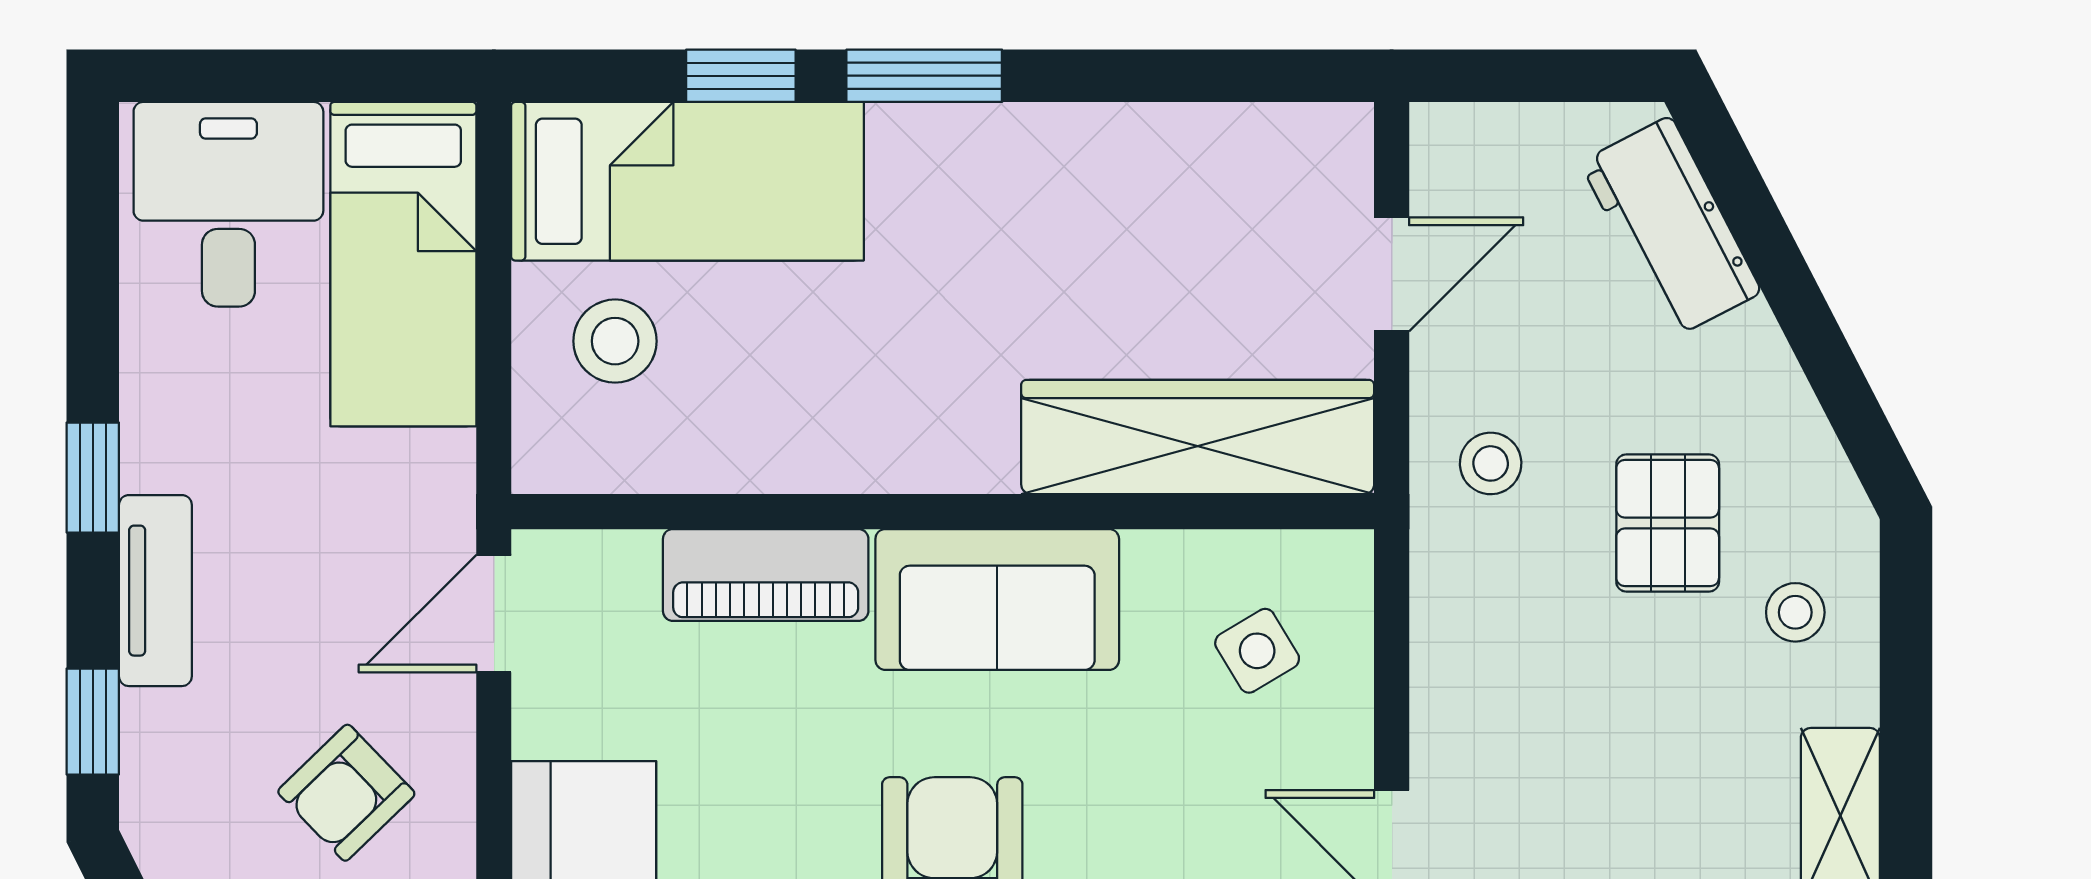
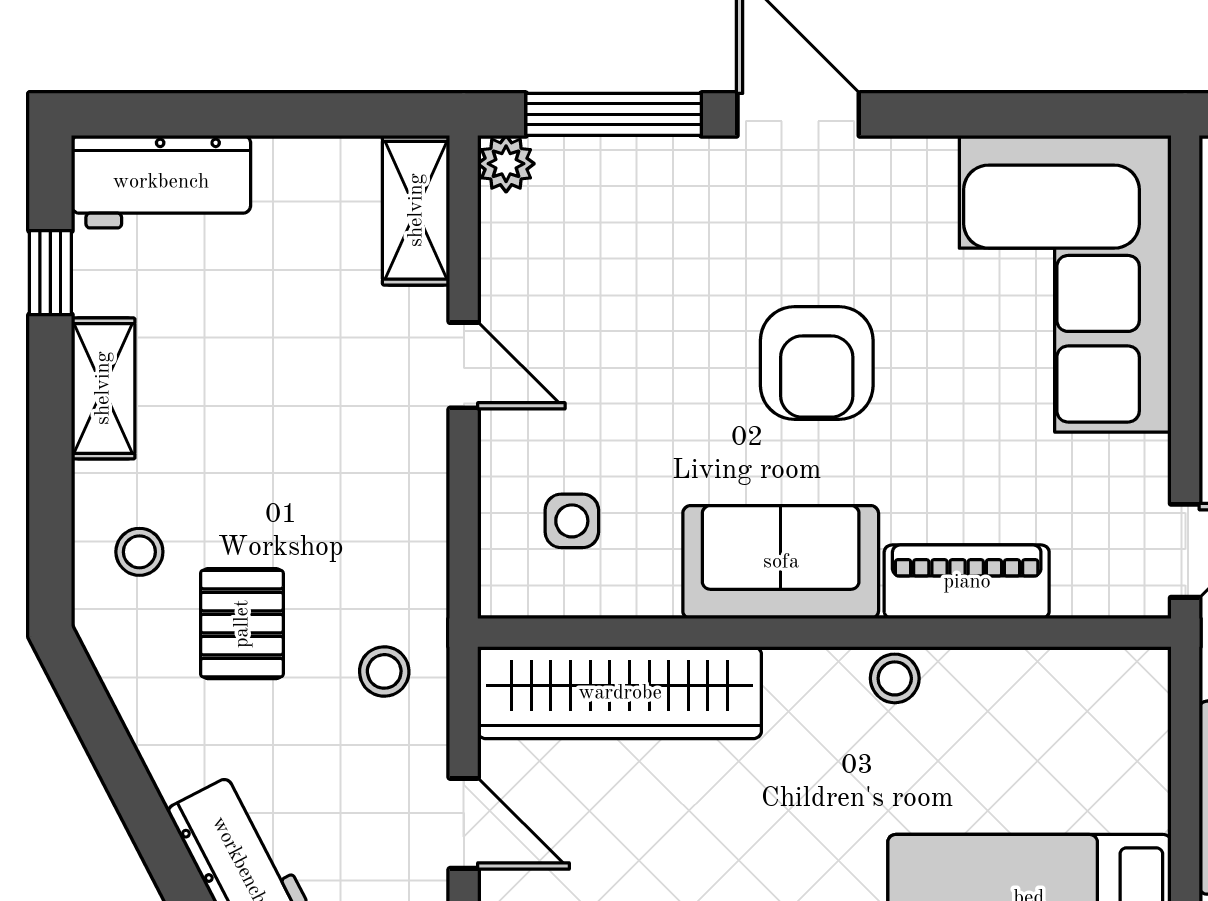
door: (1392, 274) -> (464, 823), swing flipped
stool: (615, 341) -> (895, 678), moved, width x0.73, depth x0.73
side table: (1257, 651) -> (572, 521), turned 31

